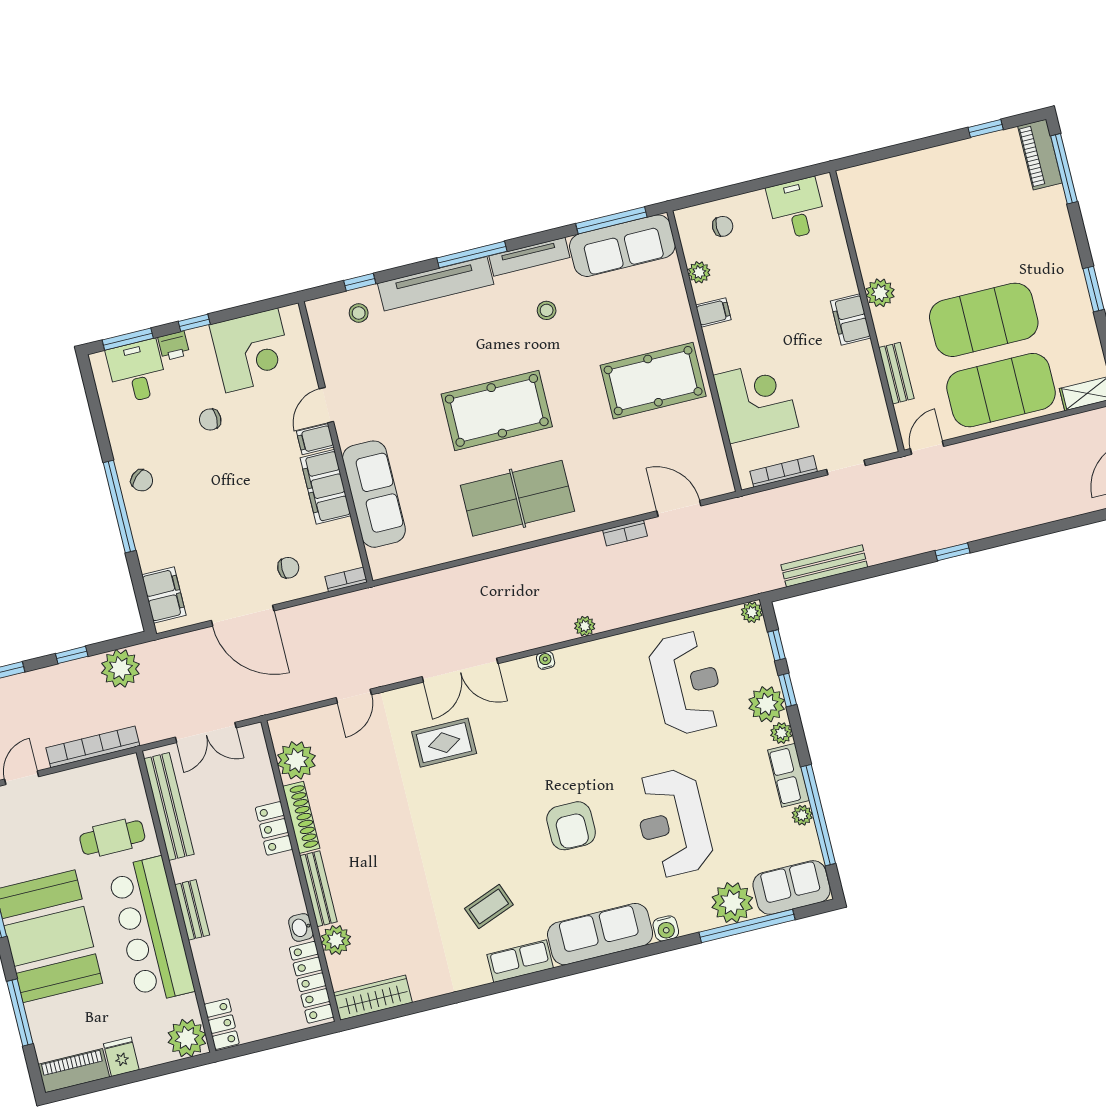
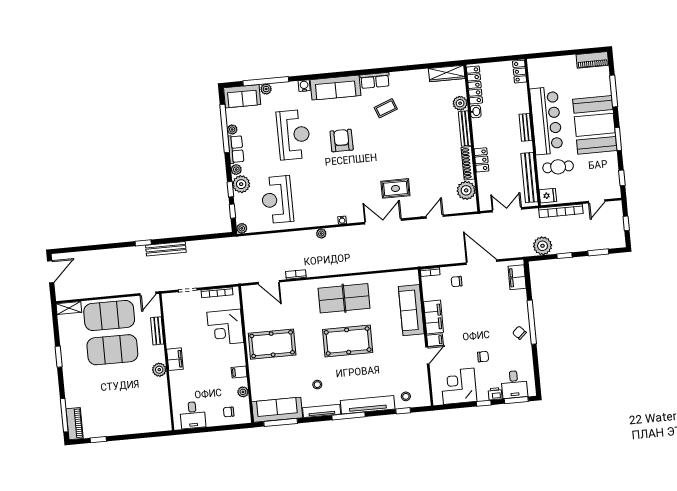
bench: (824, 566) -> (166, 249), moved
plant: (732, 903) -> (266, 89), width x0.53, depth x0.53
plant: (187, 1038) -> (537, 67), removed
fridge: (121, 1057) -> (548, 196), moved, turned -90

